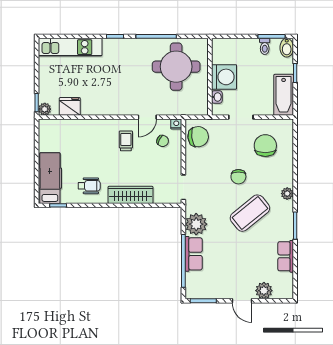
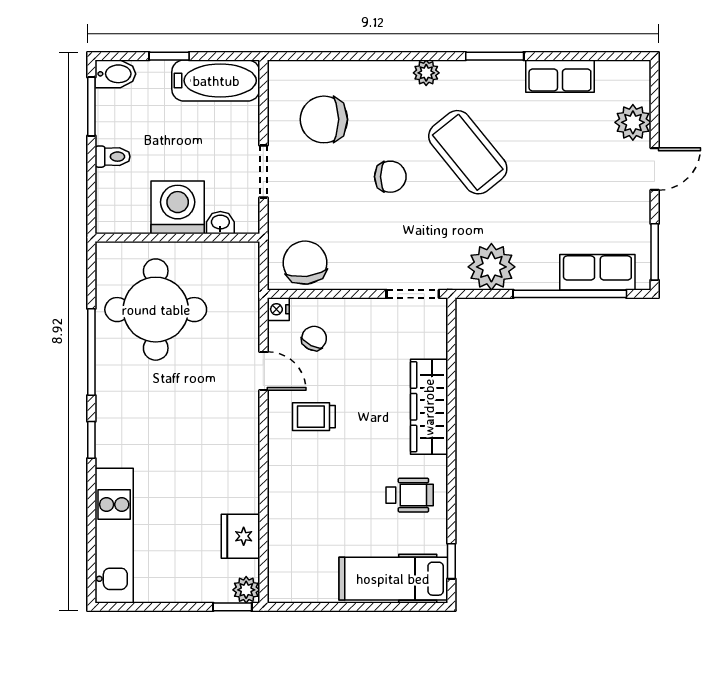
toilet: (265, 46) -> (113, 157), moved
wheelchair: (89, 186) -> (410, 495), turned 90
row of seats: (194, 254) -> (597, 272), moved

